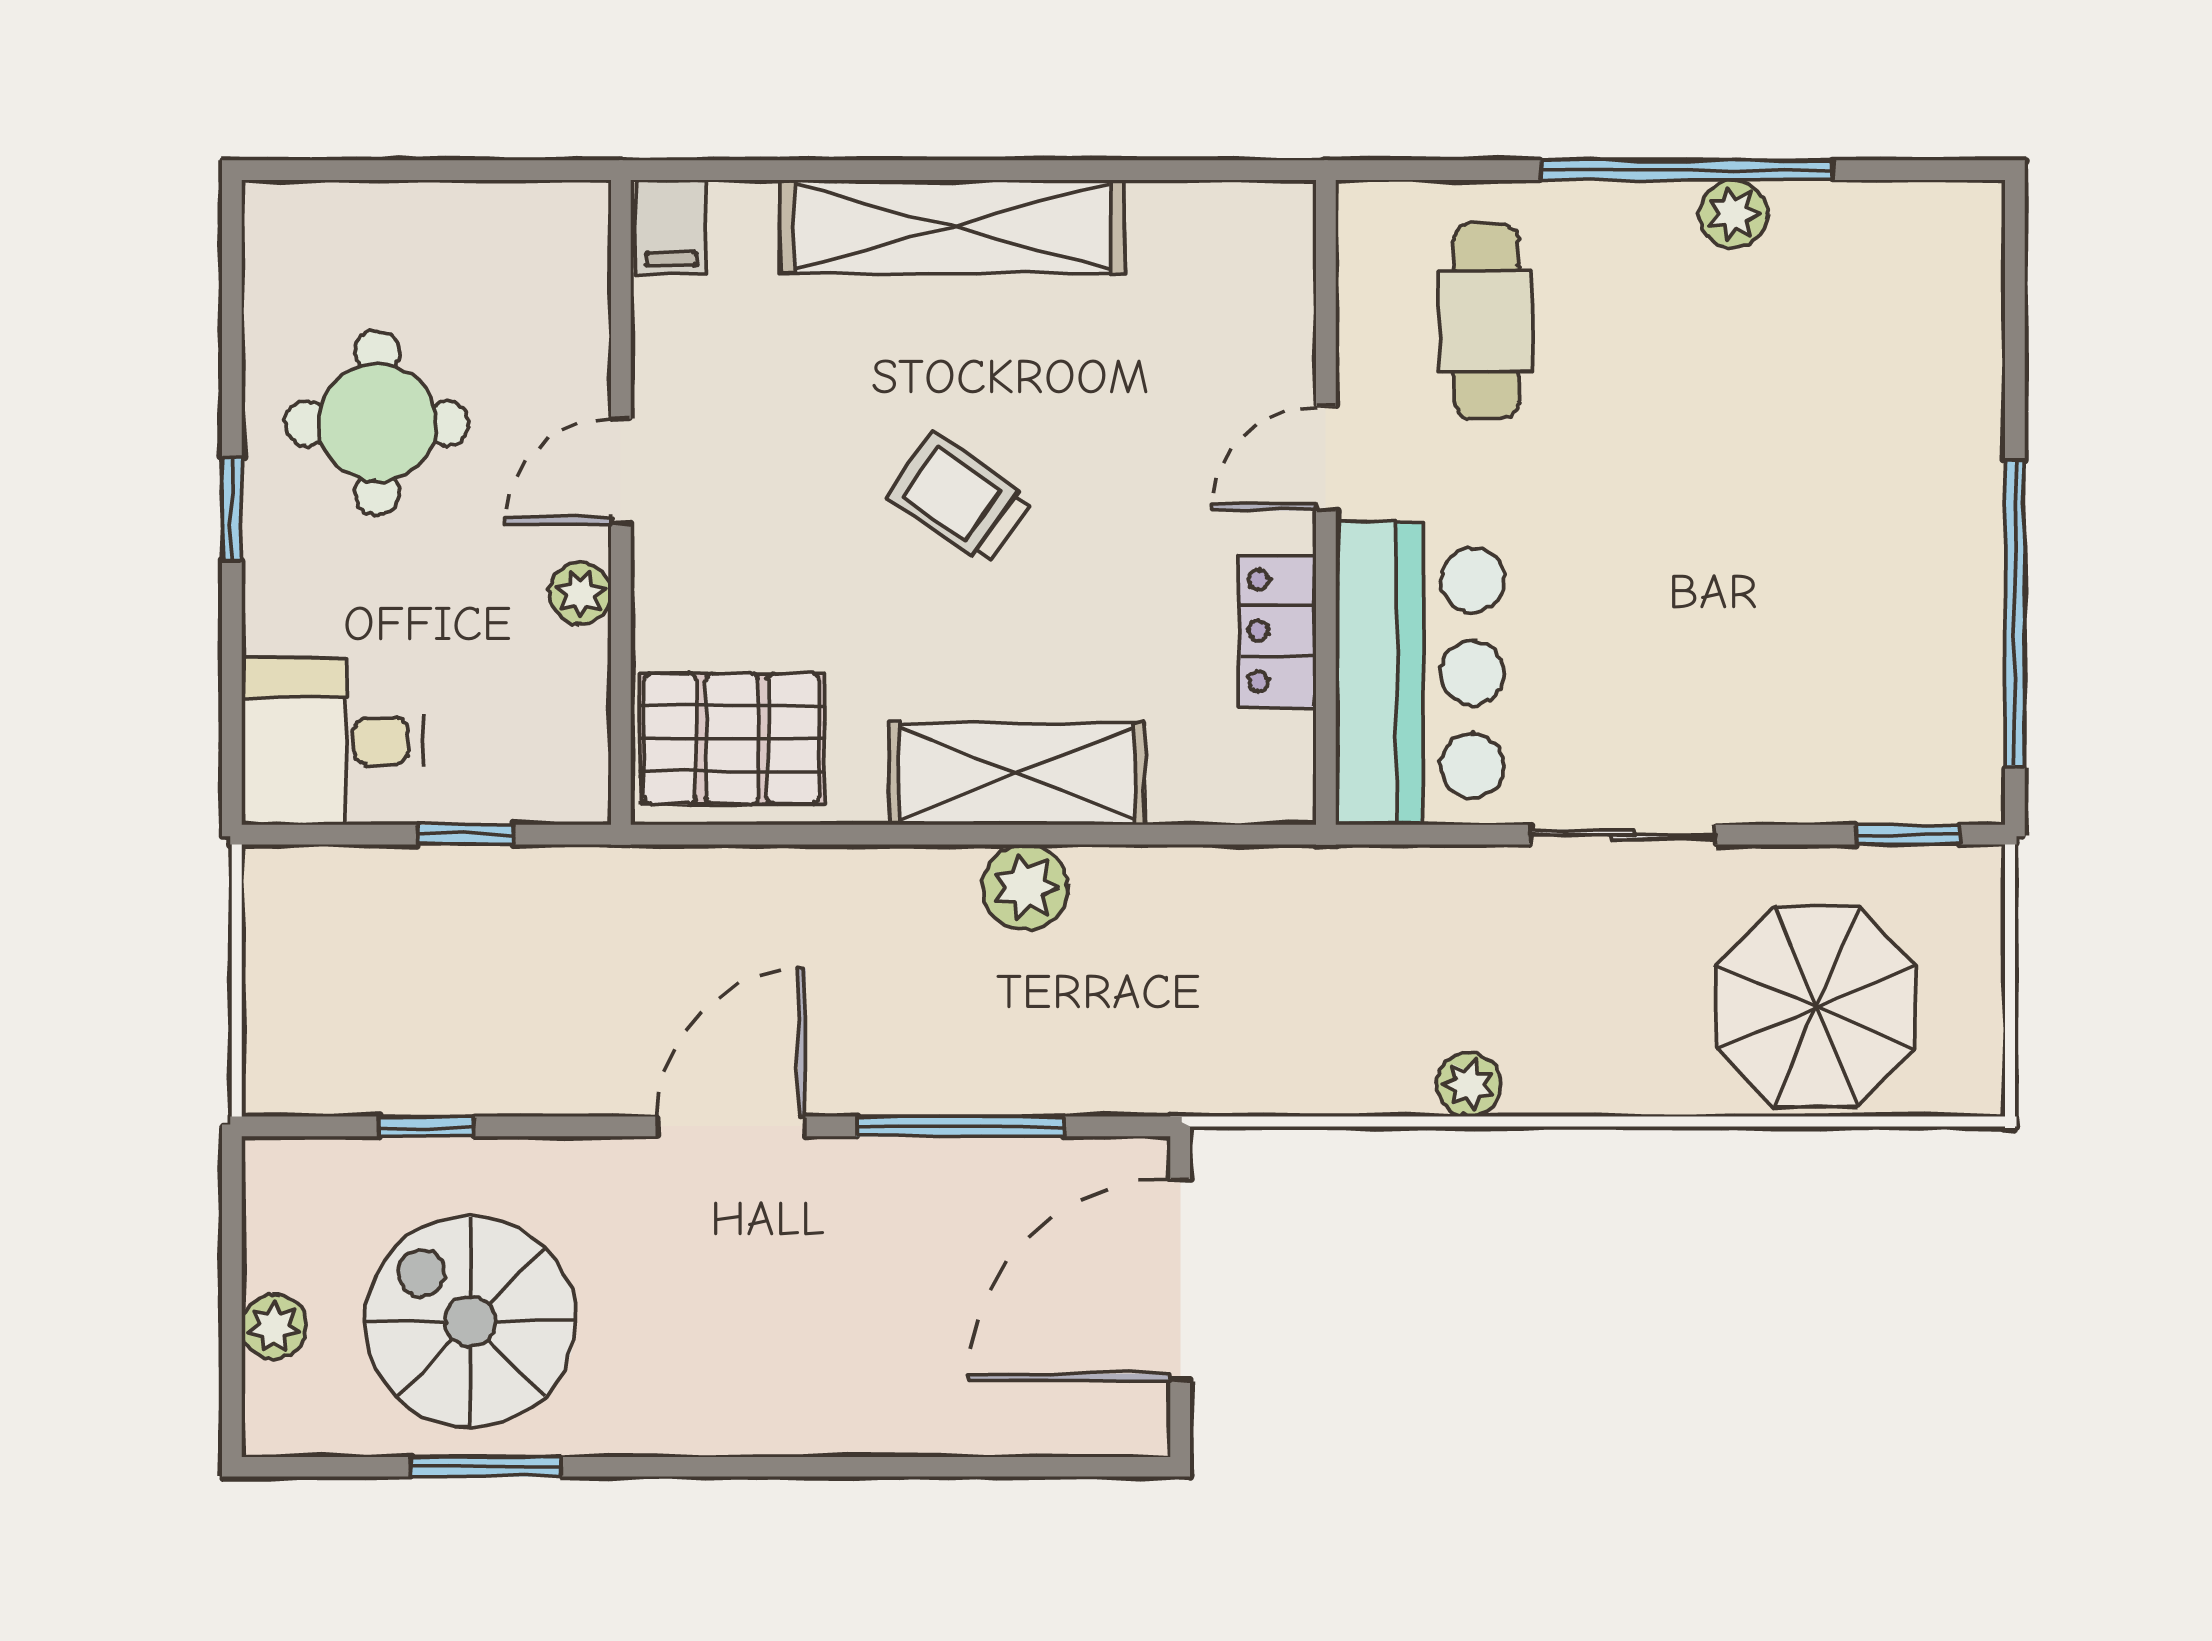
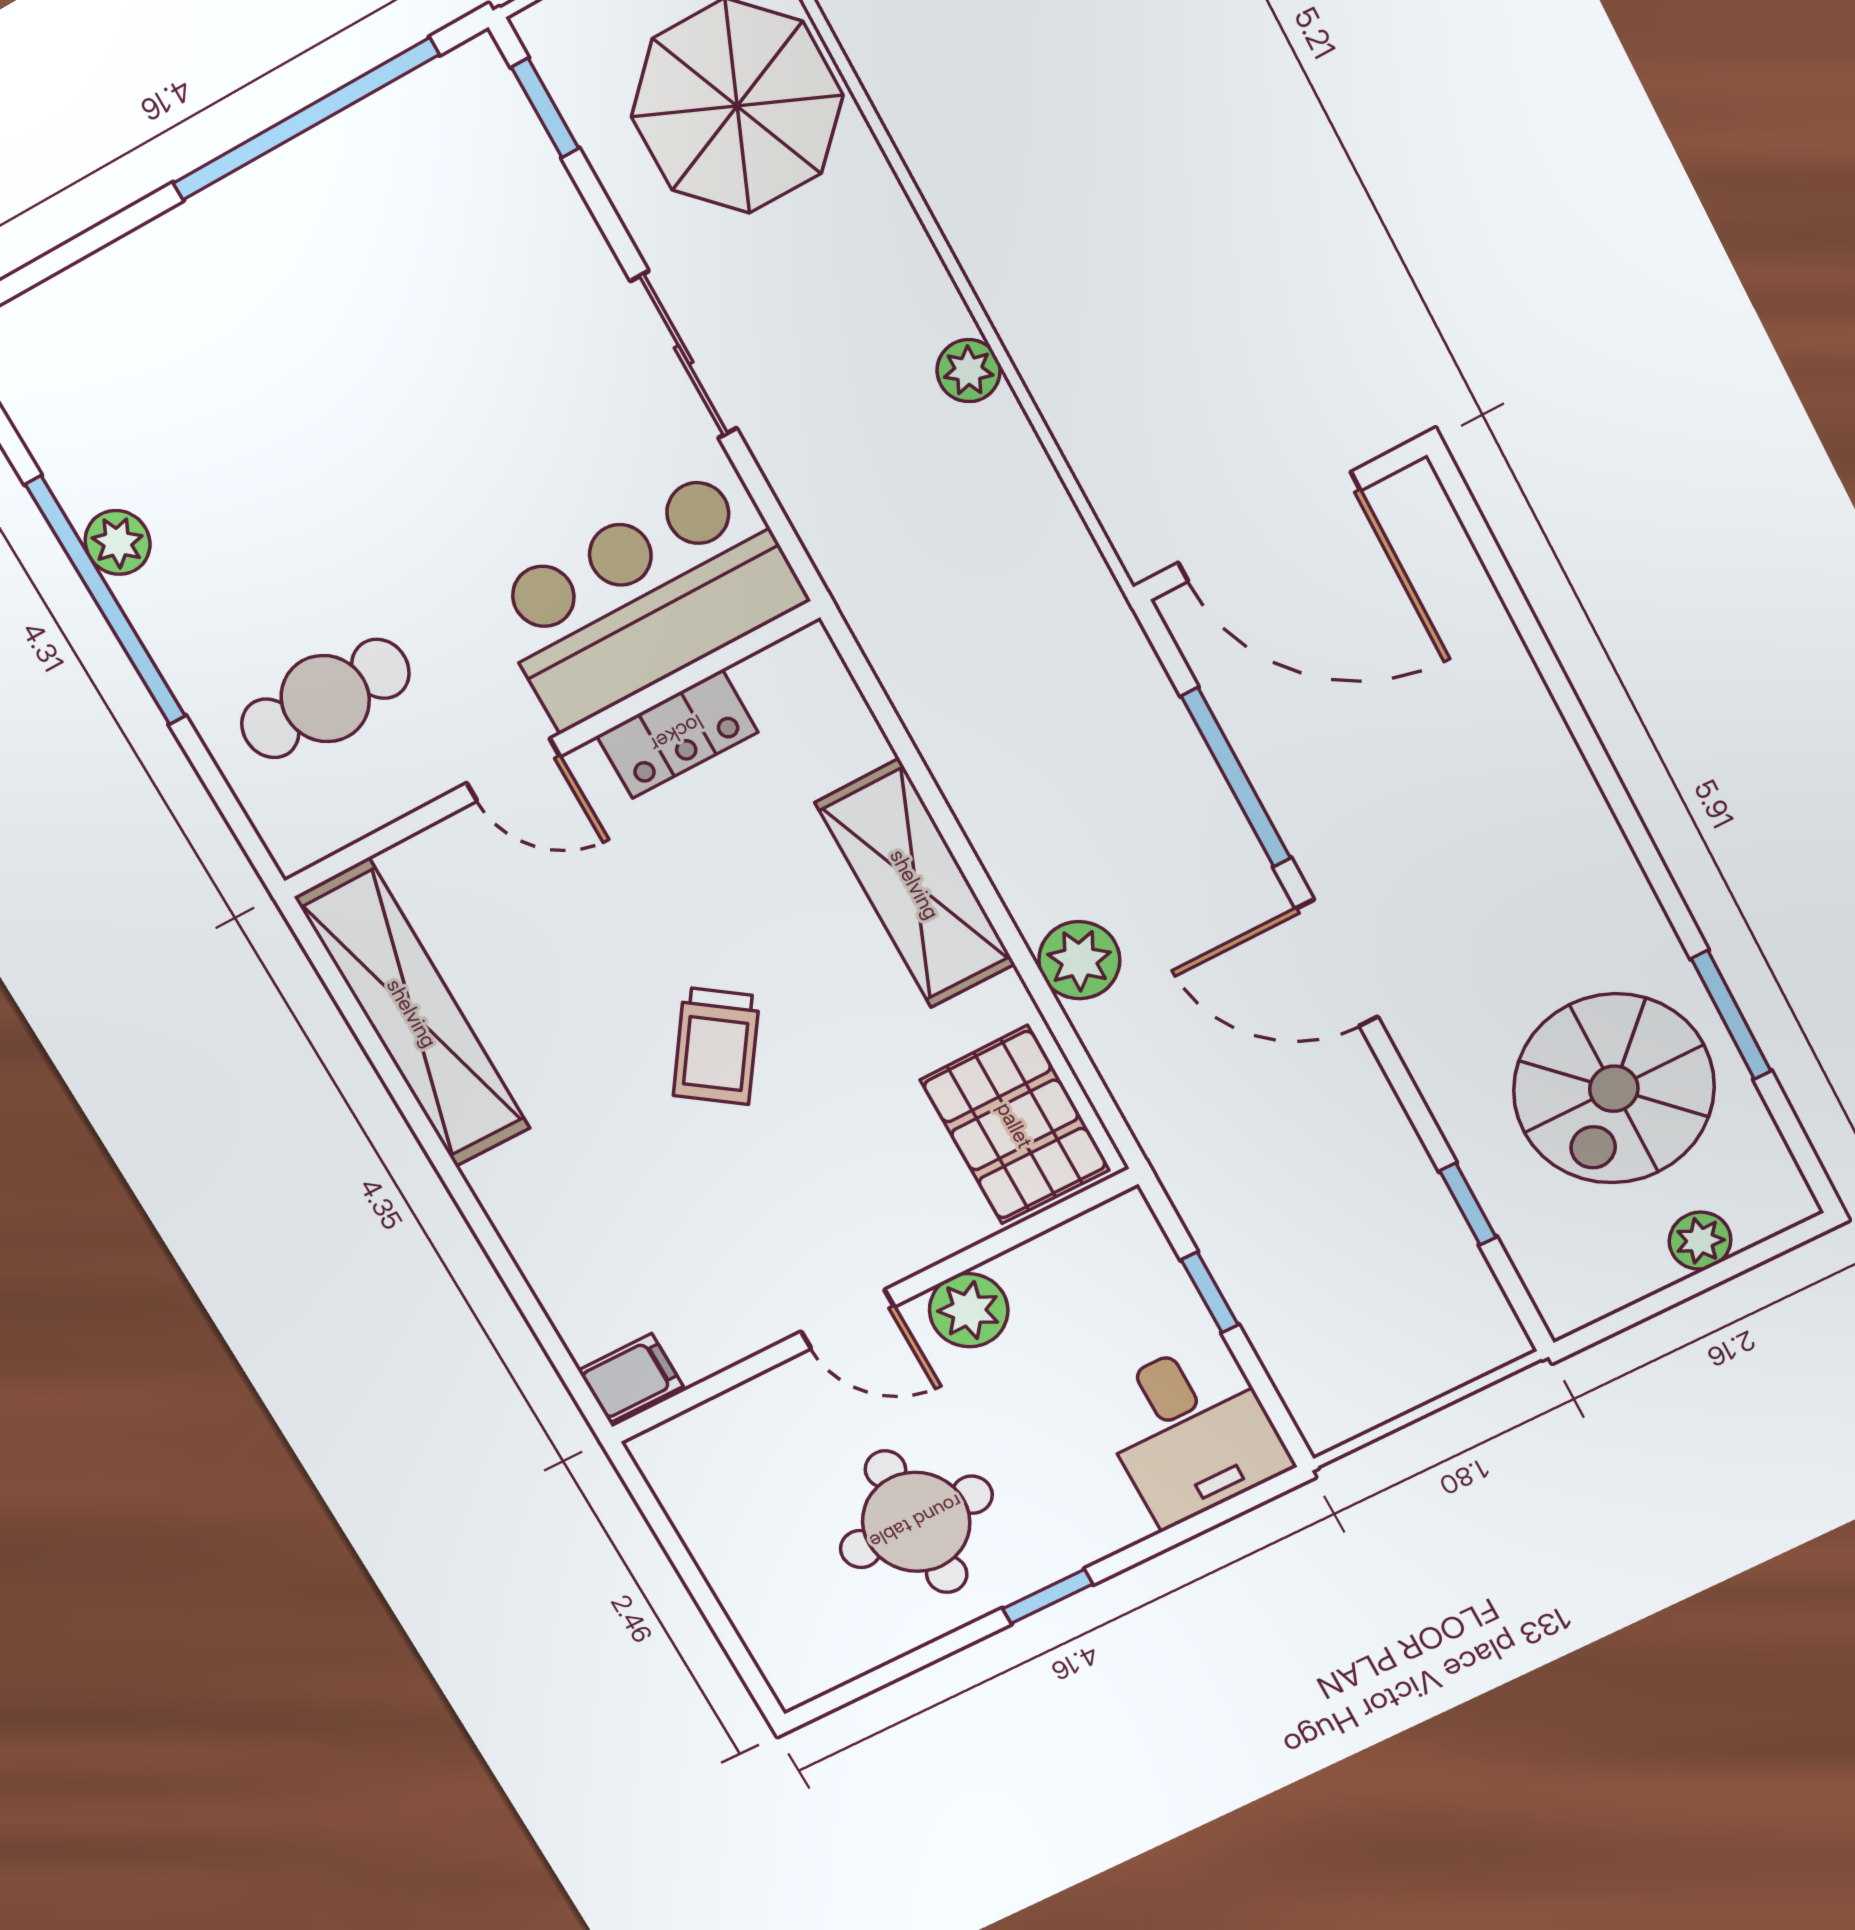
shelving: (952, 227) -> (412, 1013), moved
plant: (580, 593) -> (969, 1310), width x1.38, depth x1.38
plant: (1025, 887) -> (1079, 960), moved

